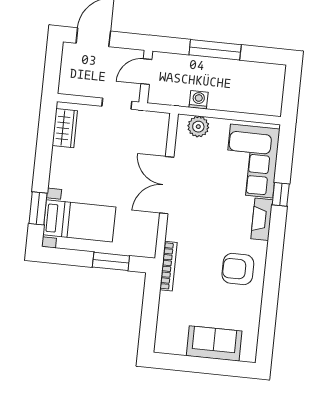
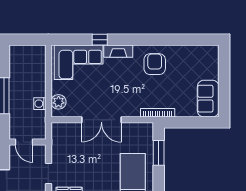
doorway: (117, 104) -> (48, 173), moved
armchair: (238, 269) -> (155, 64), turned 180
sofa: (214, 343) -> (208, 99), moved

